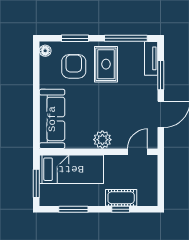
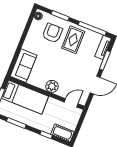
sofa: (52, 119) -> (24, 66), width x0.73
cot: (121, 198) -> (62, 133), moved

